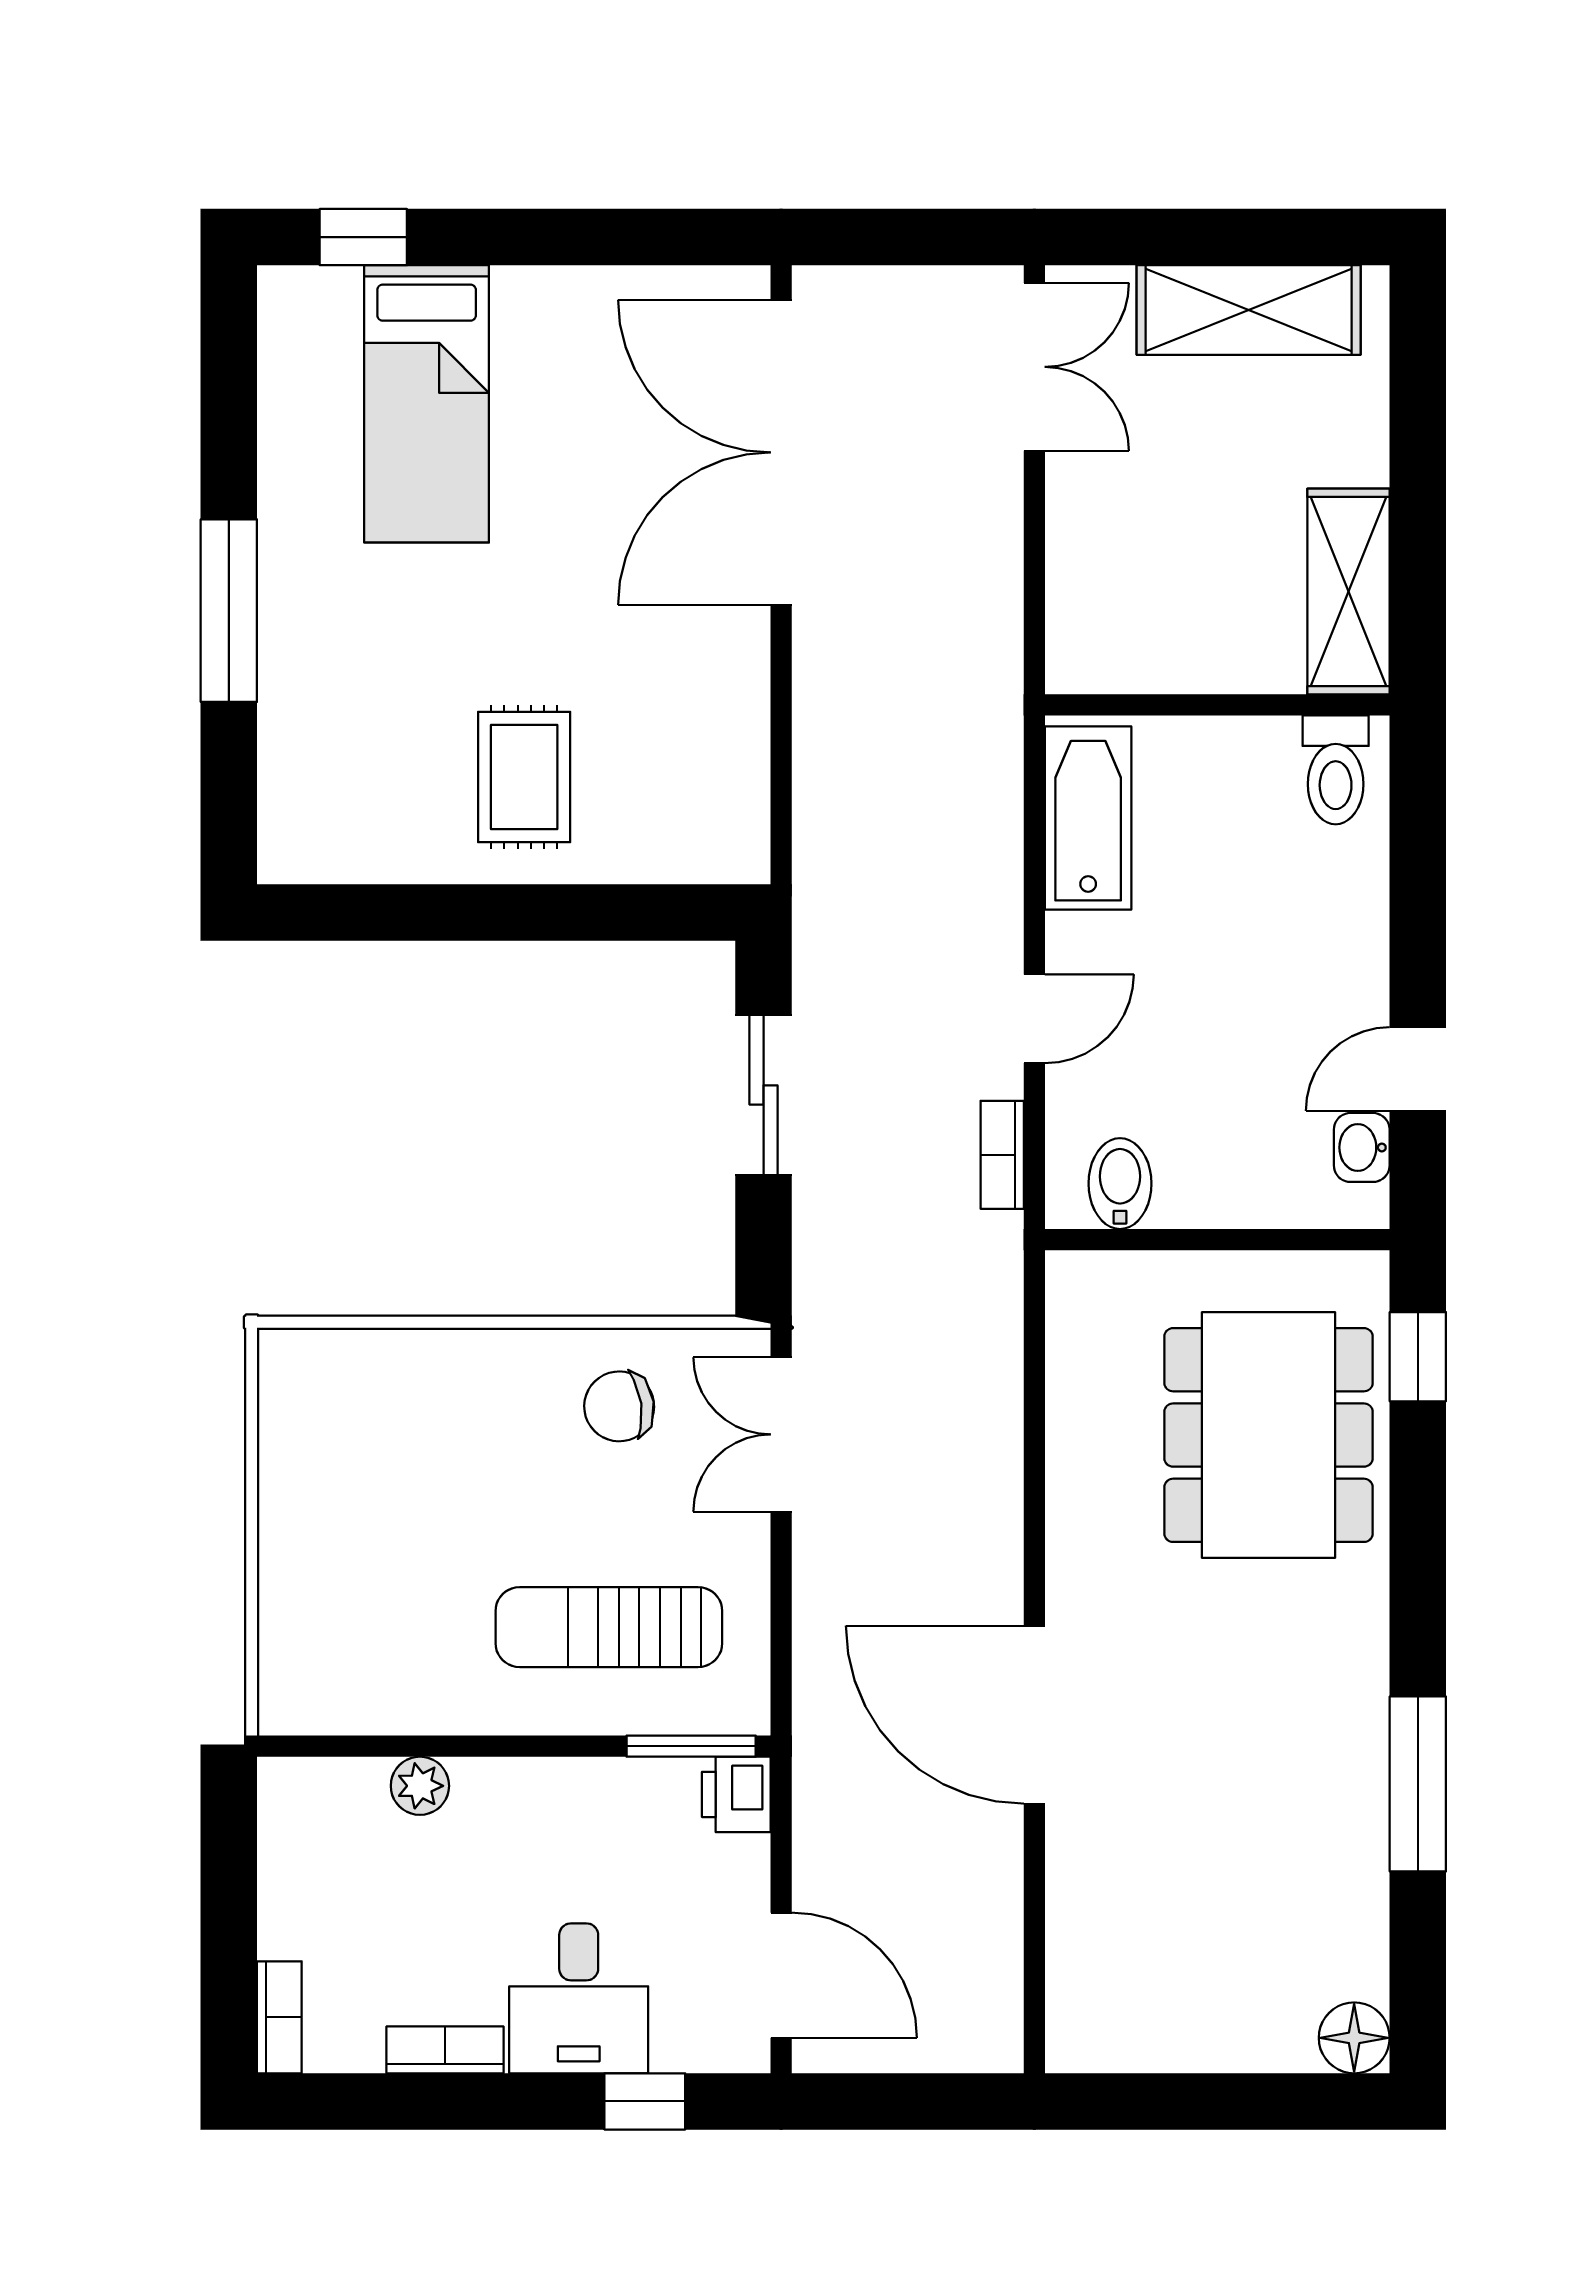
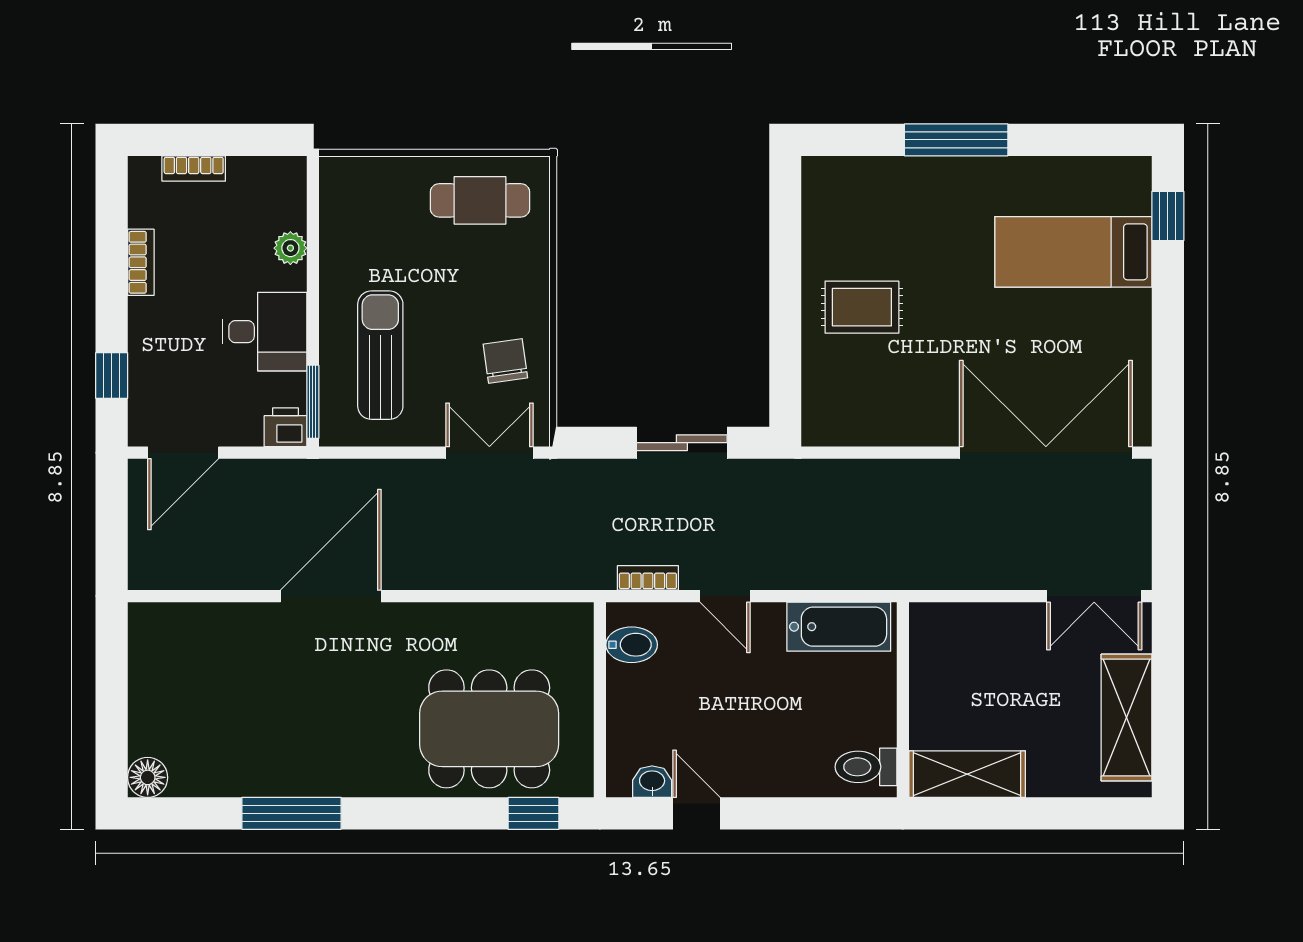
cafe table: (336, 1451) -> (480, 200), added
desk: (579, 1998) -> (264, 332), moved, turned 180
bookcase: (279, 2017) -> (194, 168), moved

